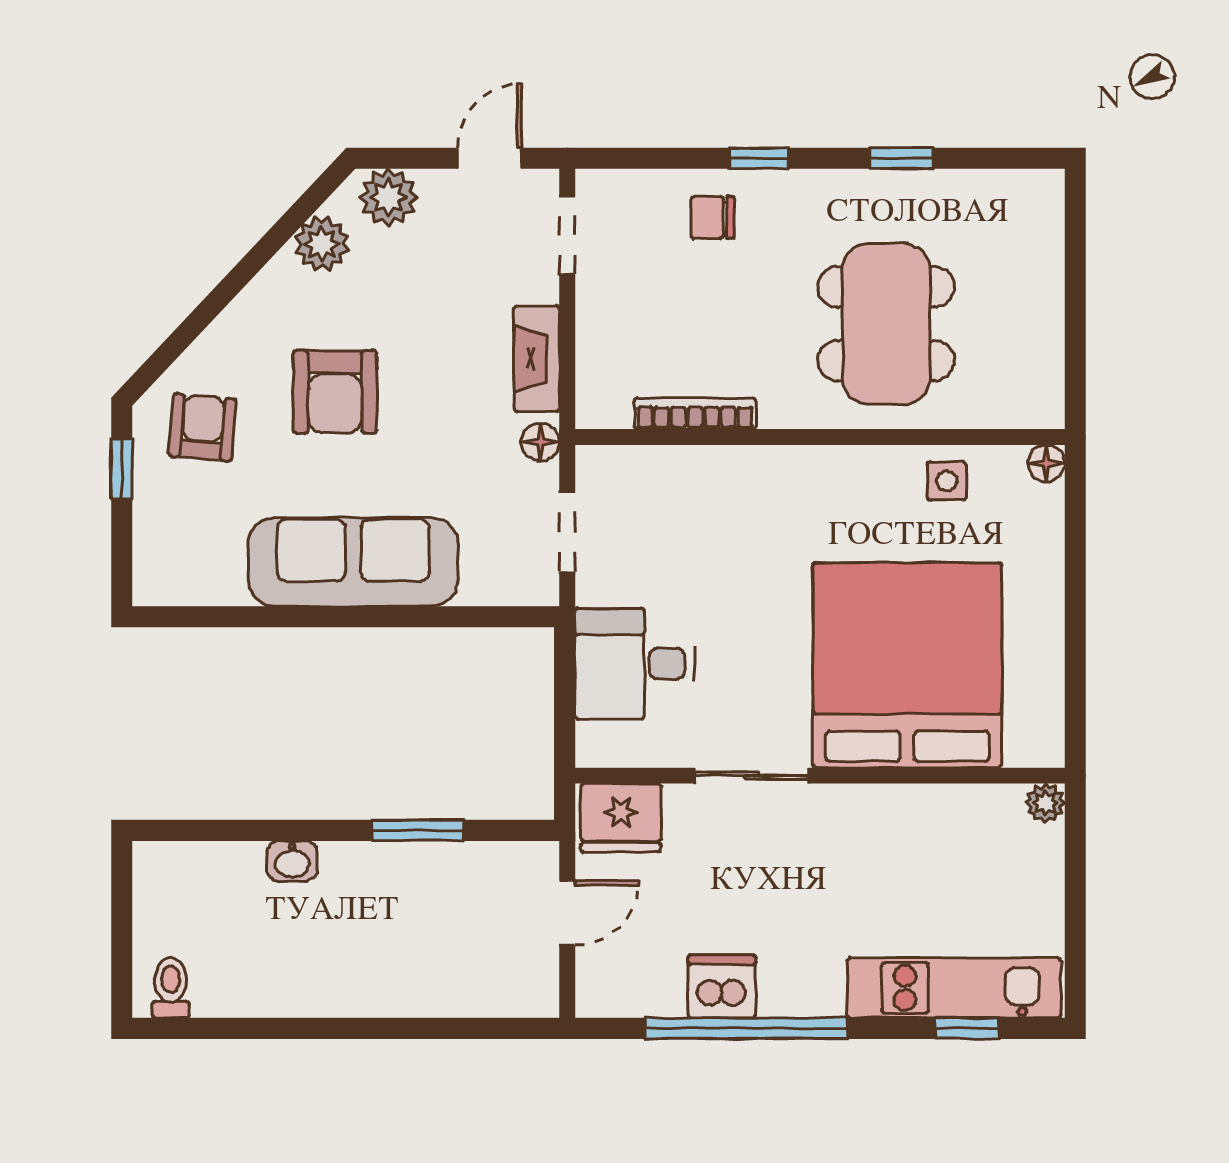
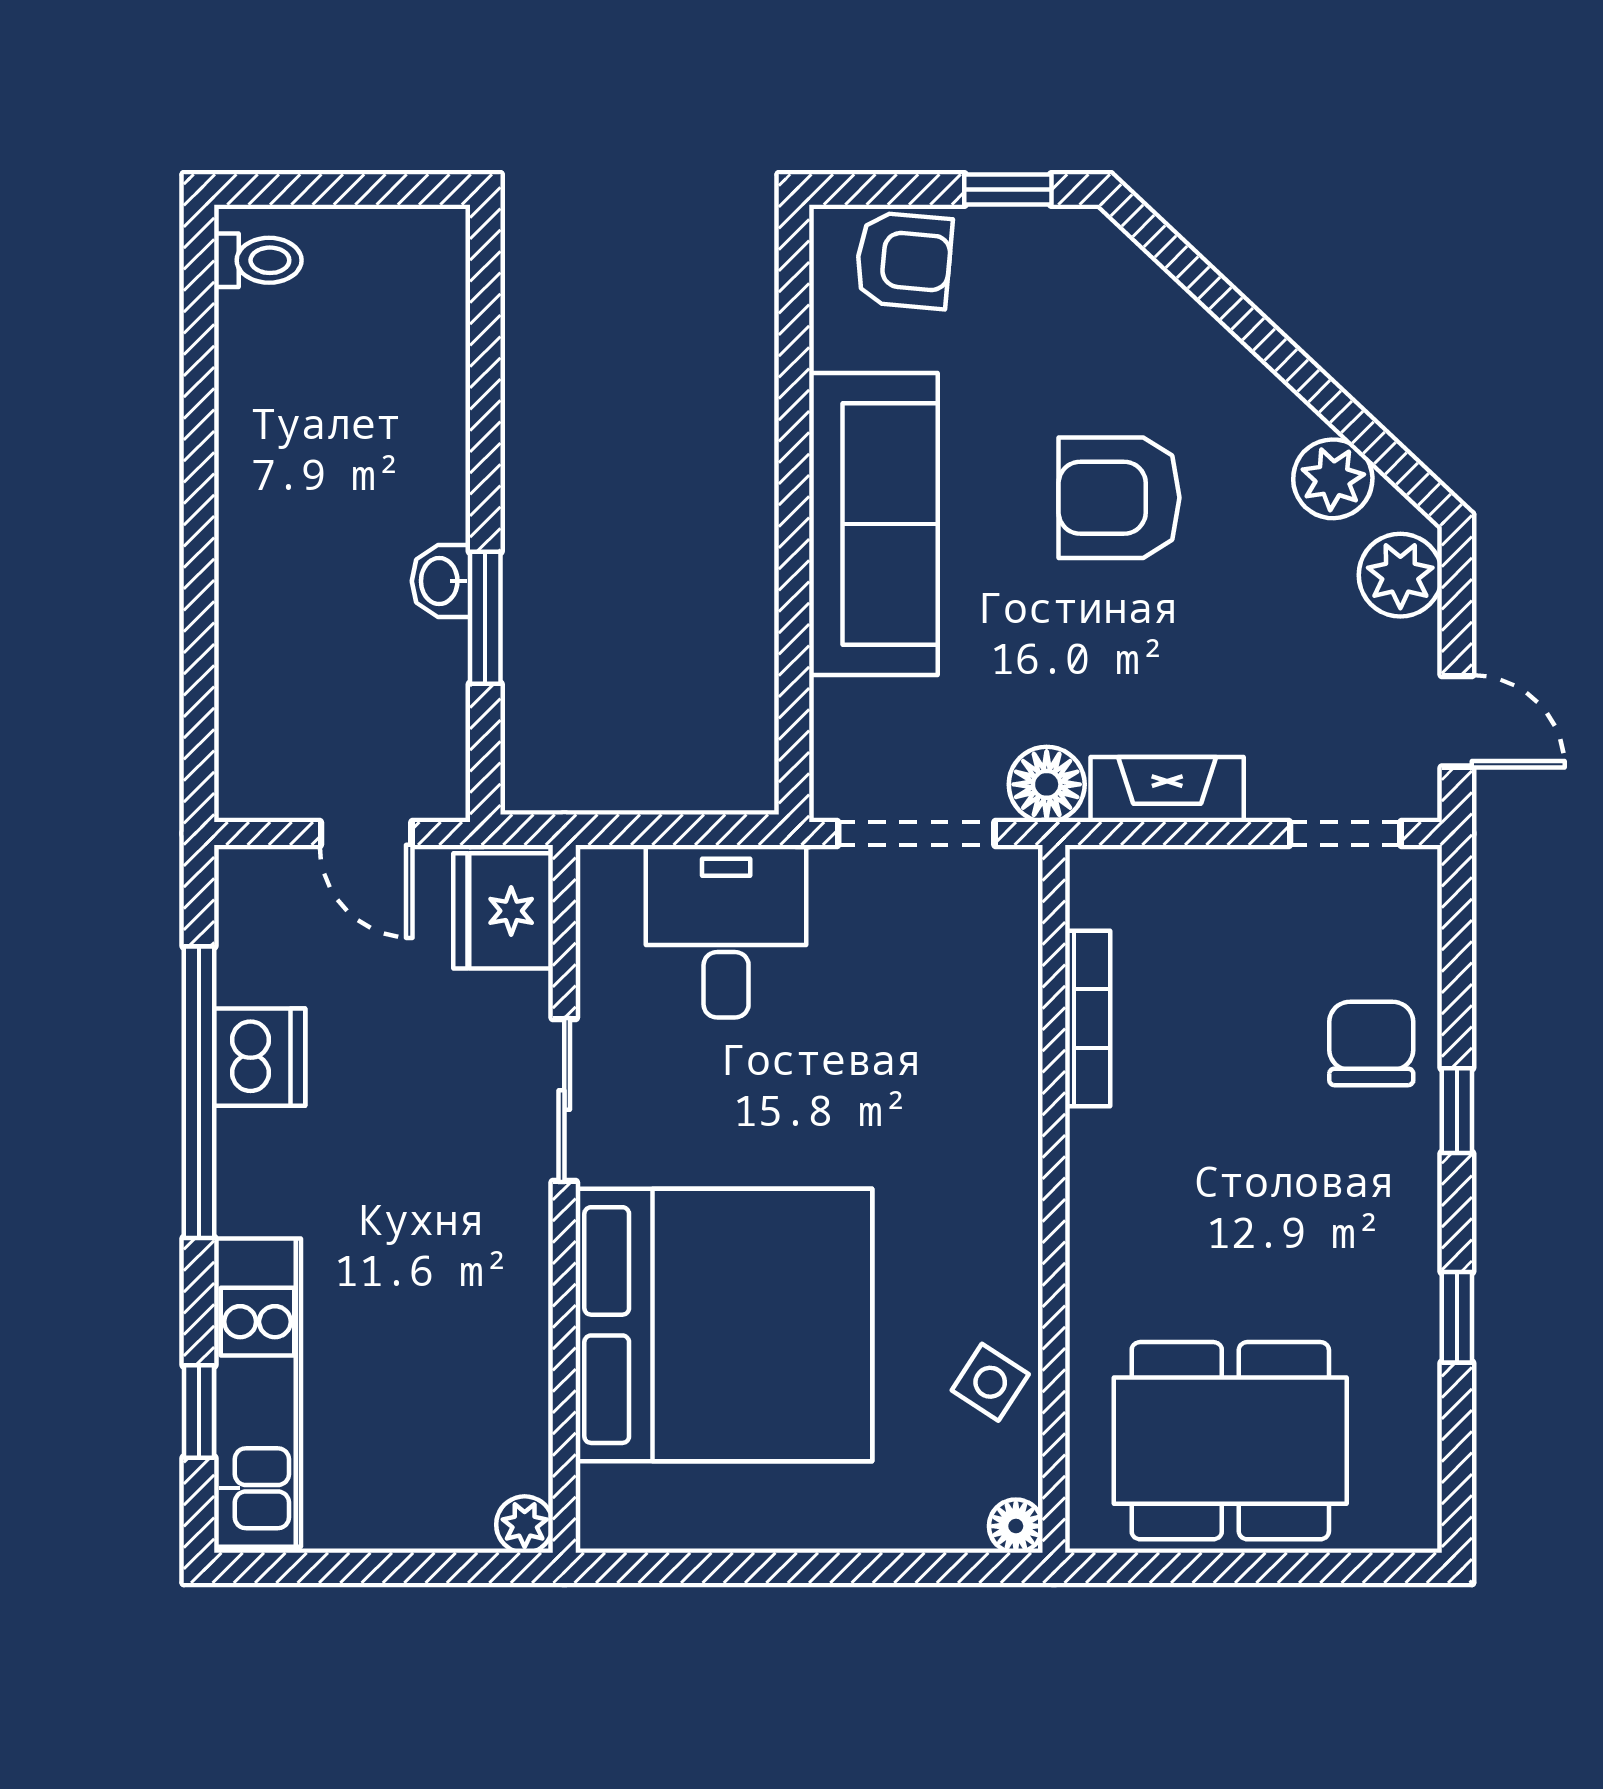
chair: (712, 217) -> (1371, 1043), width x1.37, depth x1.37
dining table: (886, 324) -> (1230, 1441), moved
armchair: (202, 427) -> (904, 260), moved
floor lamp: (540, 442) -> (1047, 784), width x1.37, depth x1.37
side table: (947, 481) -> (990, 1382), turned 33
doorway: (567, 532) -> (916, 834), width x1.38
washbasin: (292, 861) -> (441, 581), moved

